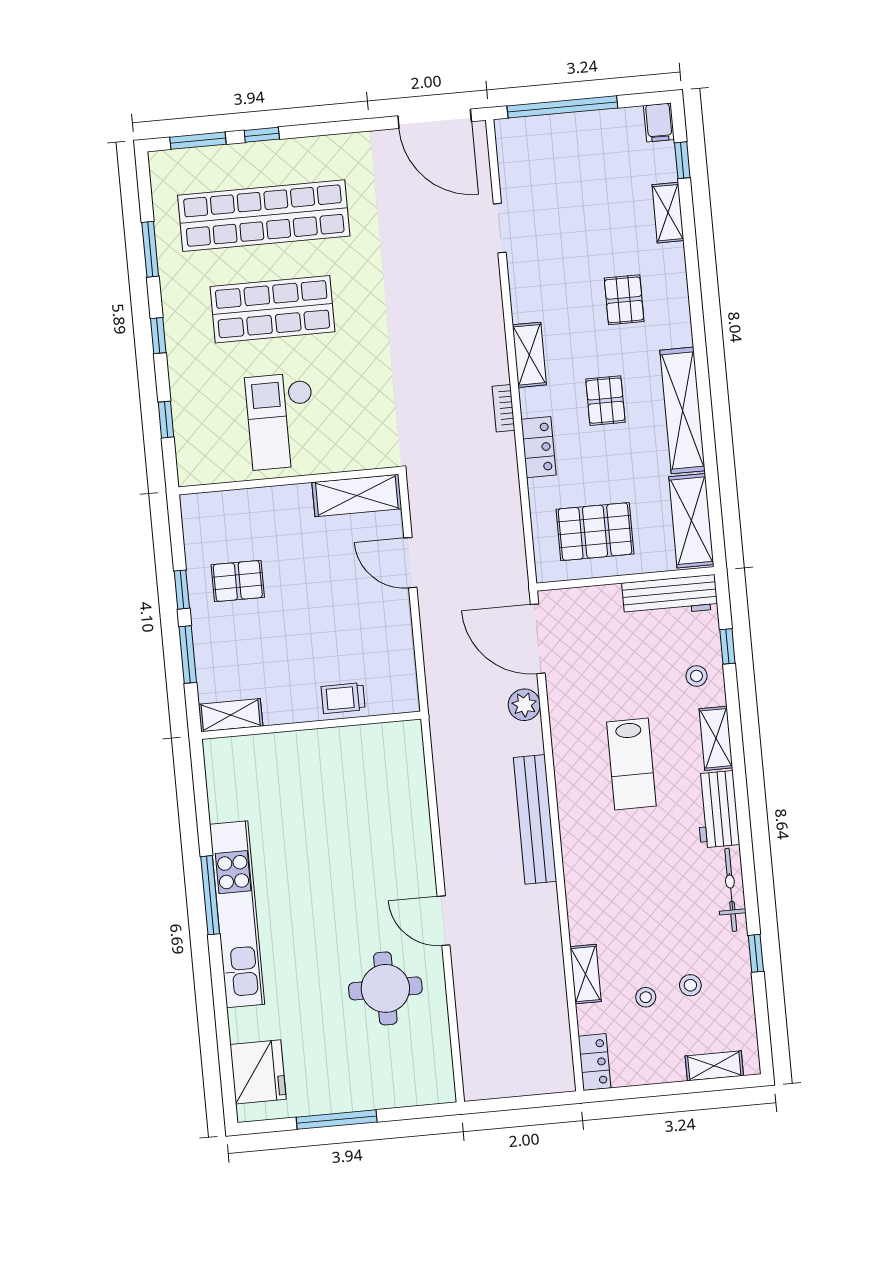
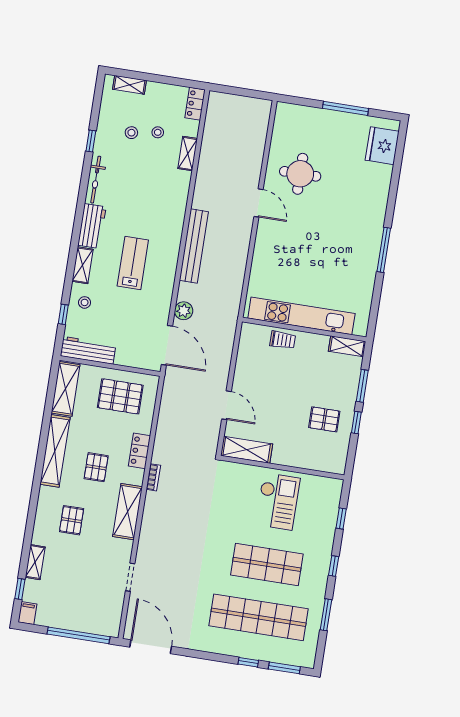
shelving: (529, 355) -> (128, 512), width x1.50, depth x1.33
kitchen unit: (237, 914) -> (301, 316), moved, turned 90

